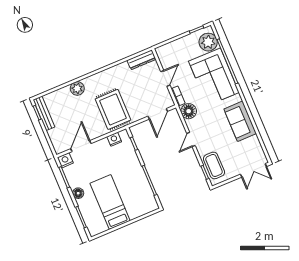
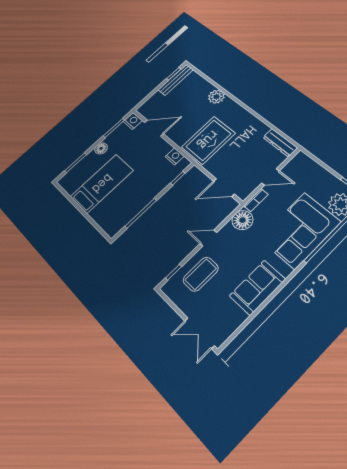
coffee table: (214, 165) -> (201, 274), moved

